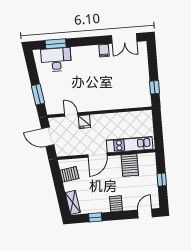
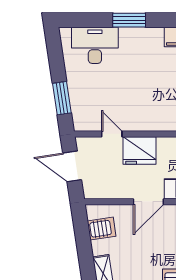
window: (56, 44) -> (129, 20), moved
fridge: (84, 122) -> (140, 150), width x1.88, depth x1.34

